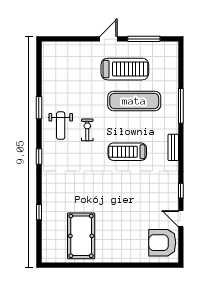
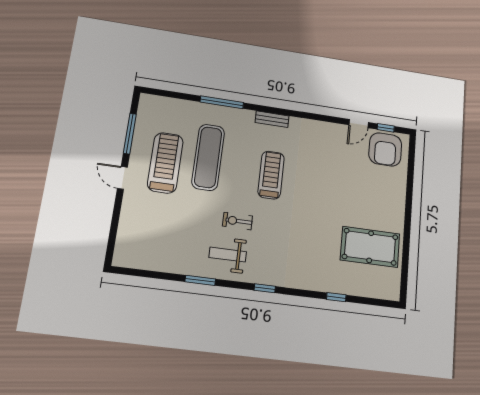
weight bench: (61, 126) -> (228, 255), turned 180
treadmill: (127, 152) -> (271, 175), turned 180
window: (181, 191) -> (386, 128), moved

